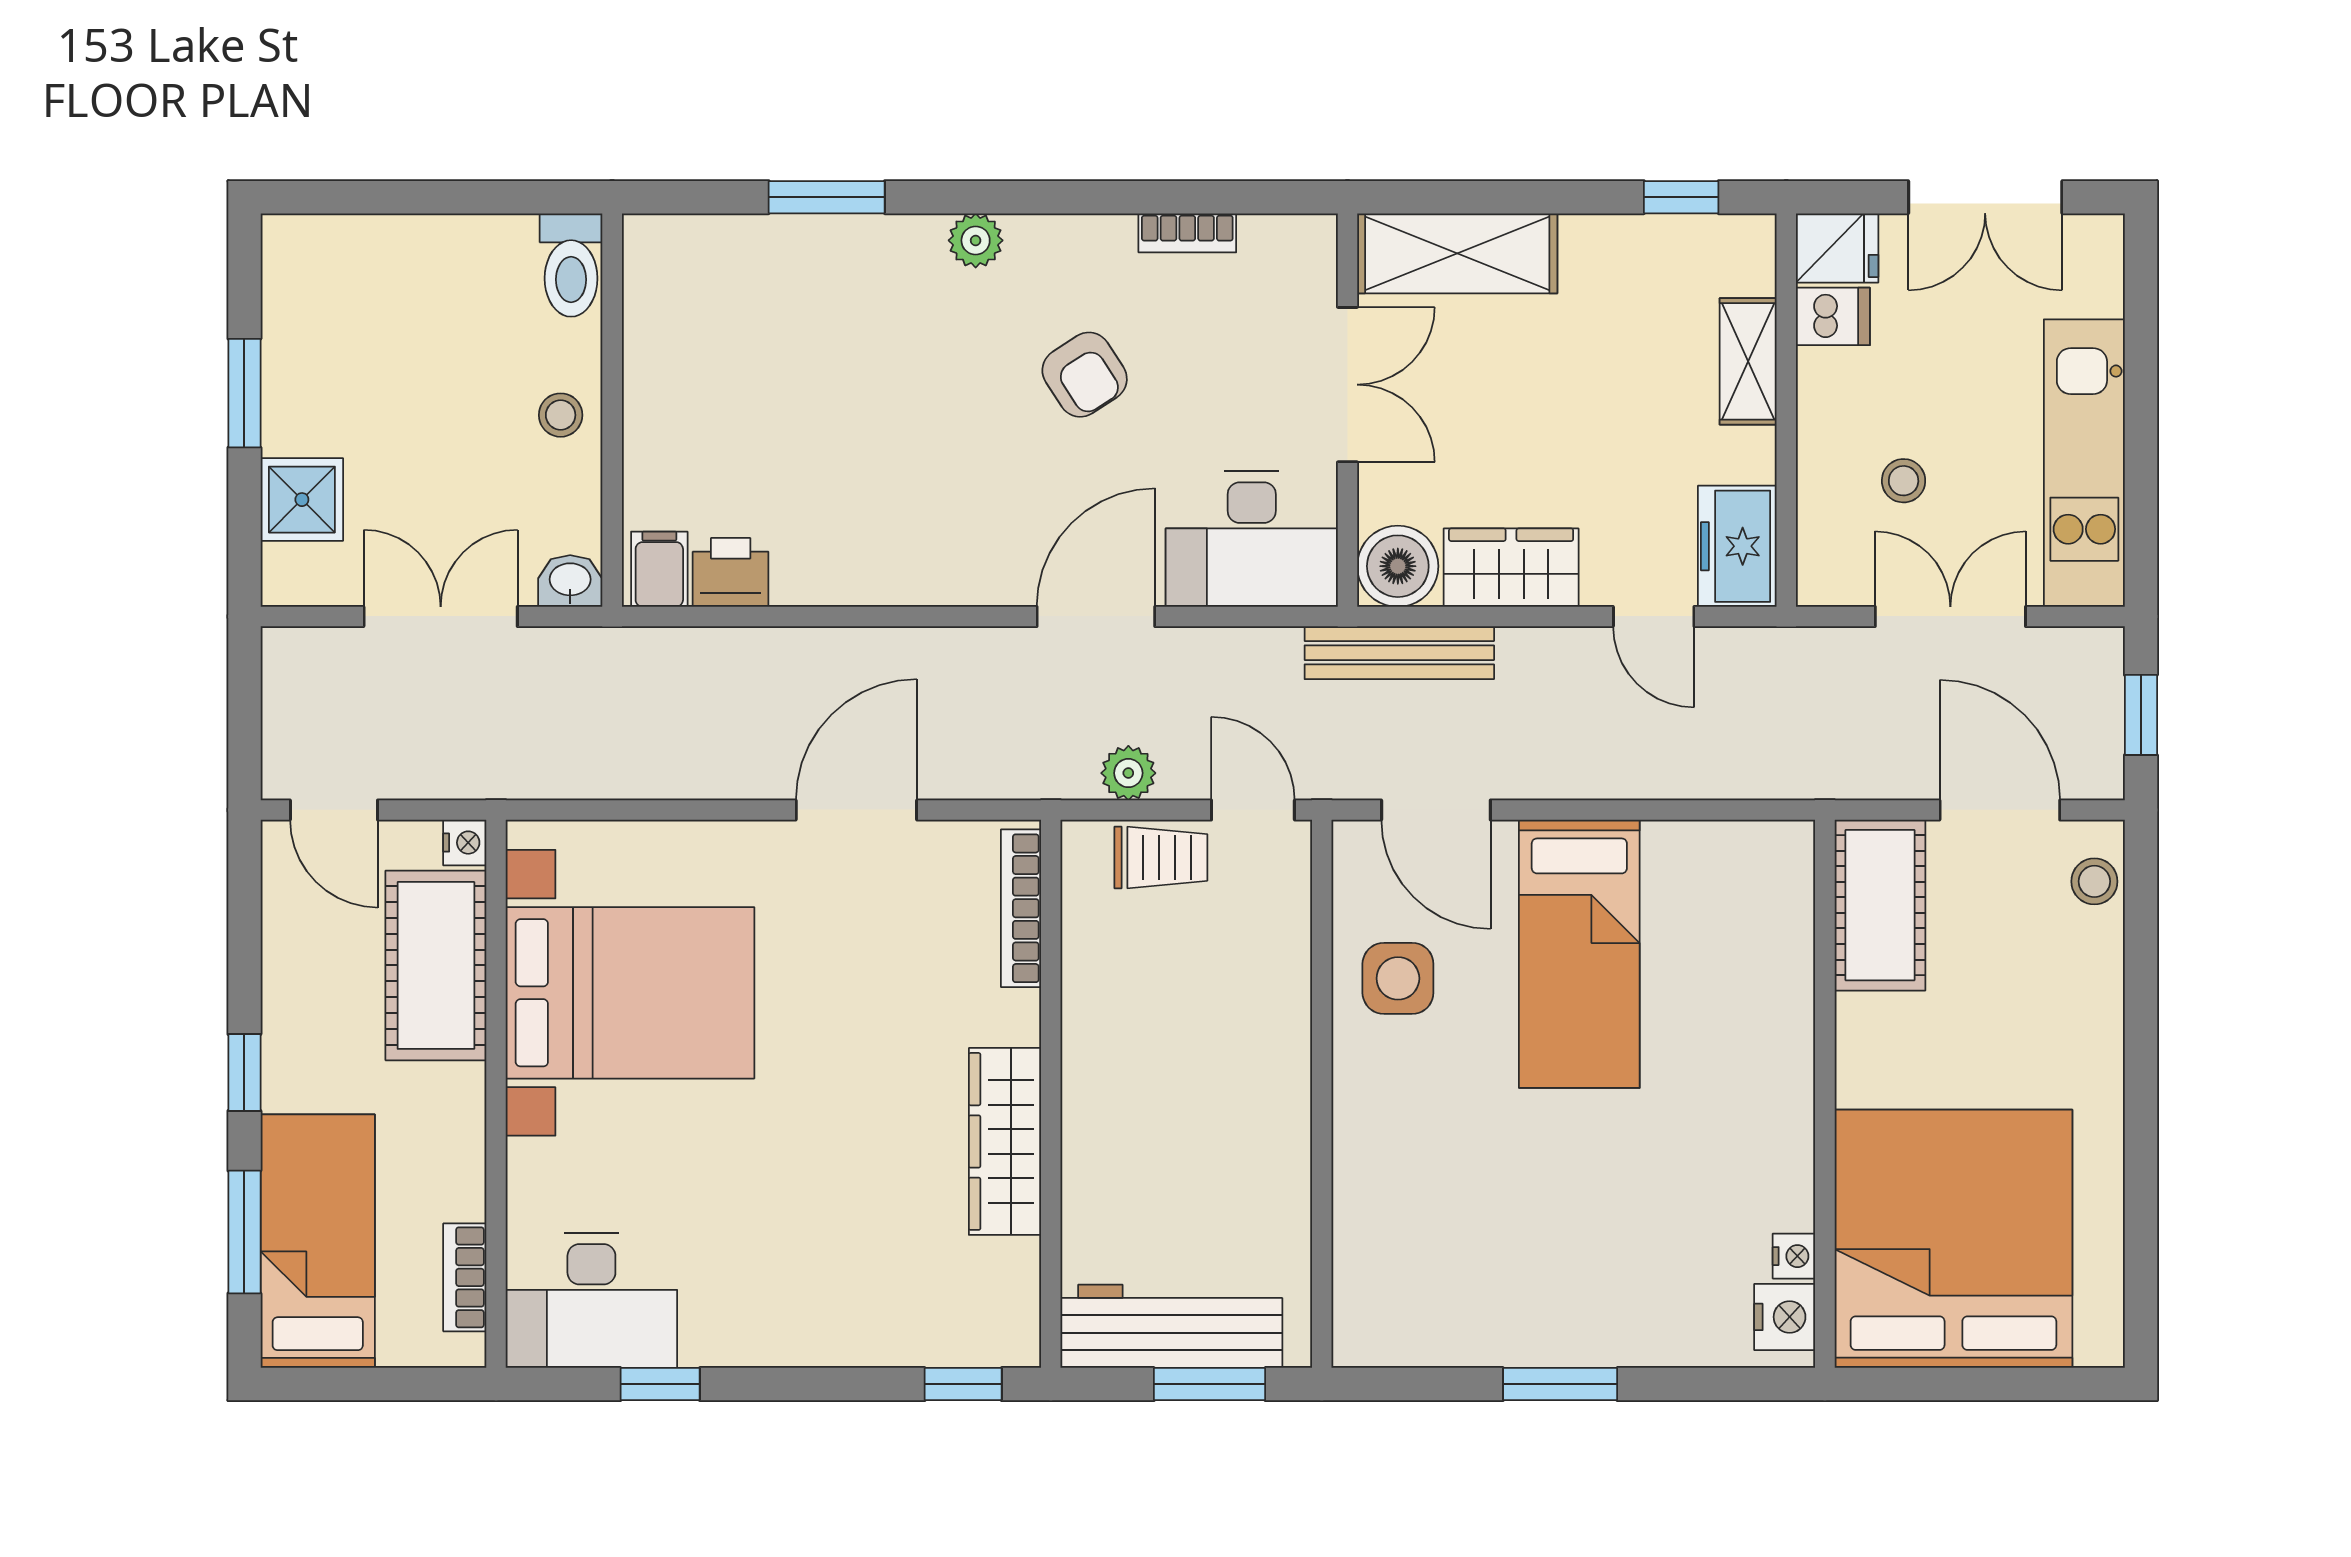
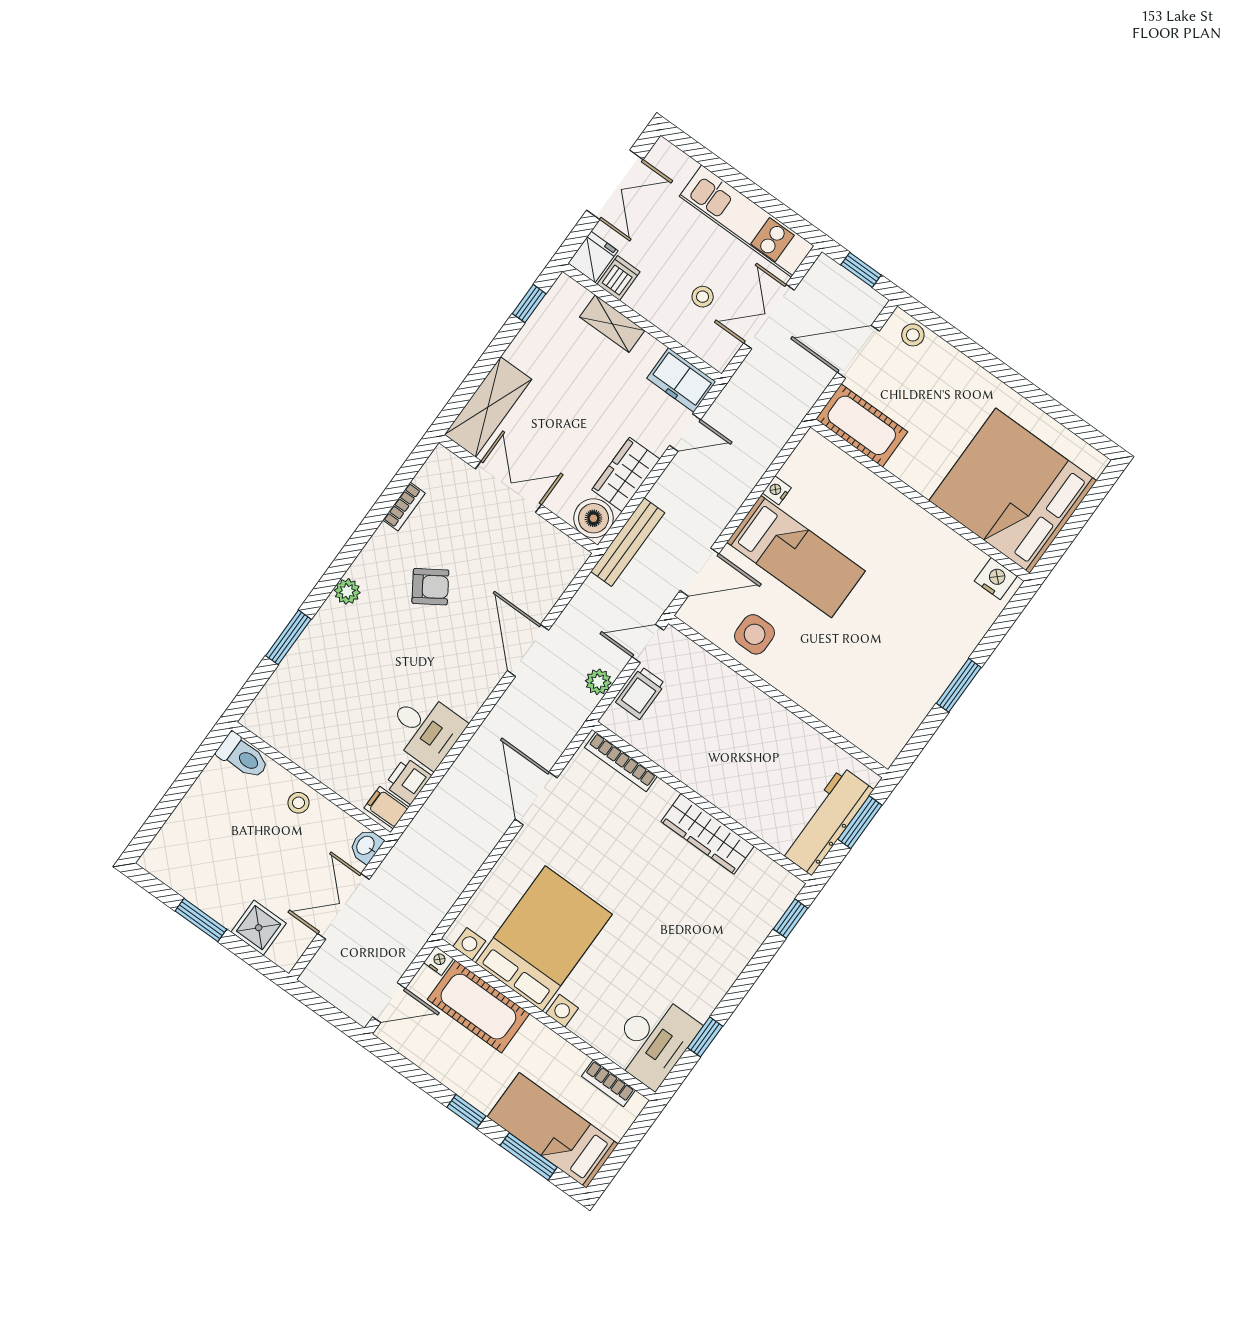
desk: (1252, 539) -> (425, 729), moved, width x0.73
trolley: (1161, 857) -> (640, 693), turned 180
nightstand: (1794, 1256) -> (777, 490), moved, turned -90

